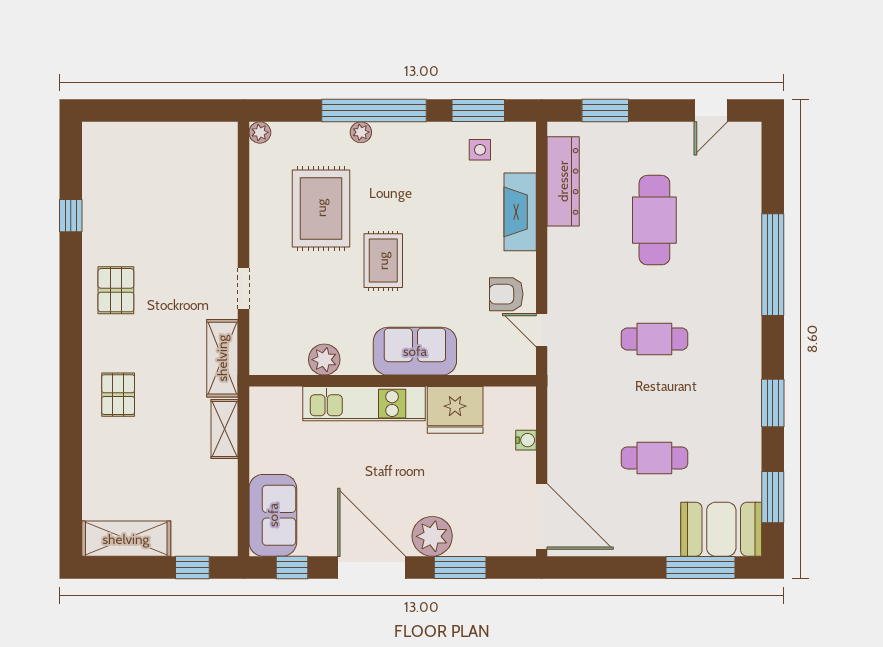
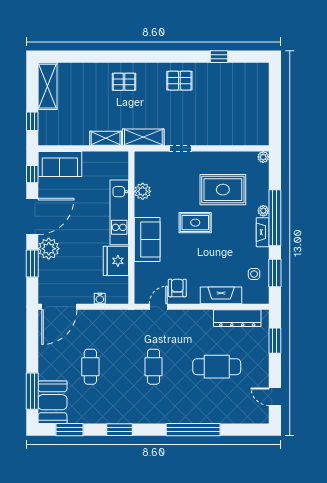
fireplace: (401, 133) -> (263, 232), added

